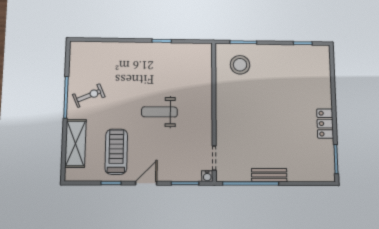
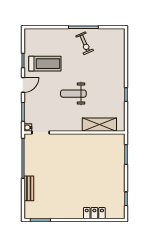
stool: (240, 65) -> (109, 152), removed
weight bench: (159, 112) -> (73, 94), turned -90
locker: (325, 124) -> (94, 213), moved
shelving: (76, 143) -> (99, 125), moved
bench: (269, 175) -> (29, 188), moved
door: (146, 183) -> (23, 85), hinge flipped

